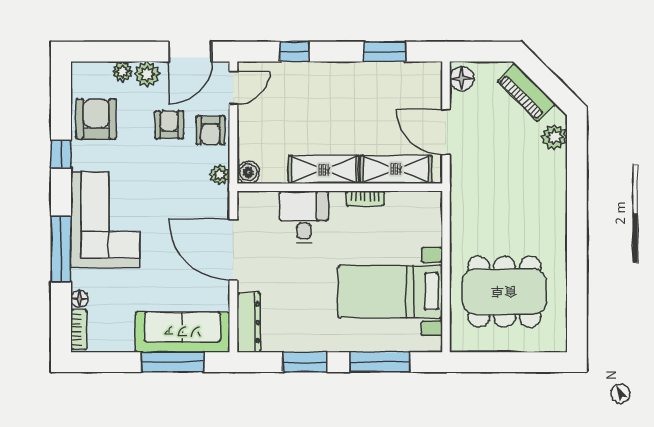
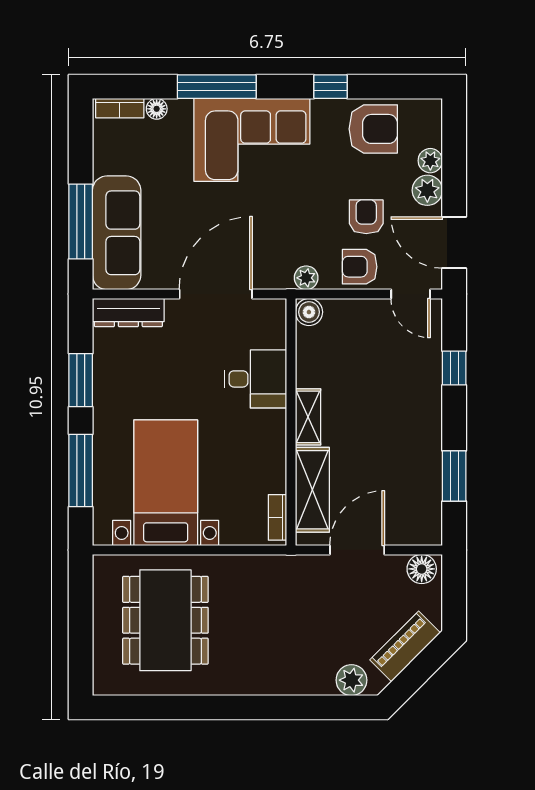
armchair: (169, 125) -> (366, 217), turned -90
shelving: (324, 170) -> (308, 417), width x0.67, depth x0.75
bookcase: (365, 199) -> (277, 517), moved

